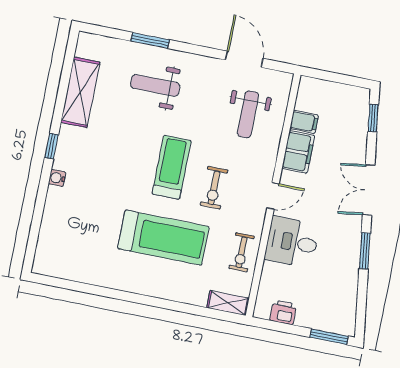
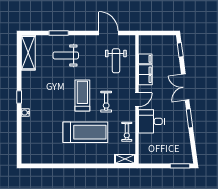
shelving: (80, 92) -> (28, 53), moved
printer: (283, 312) -> (154, 158), removed

